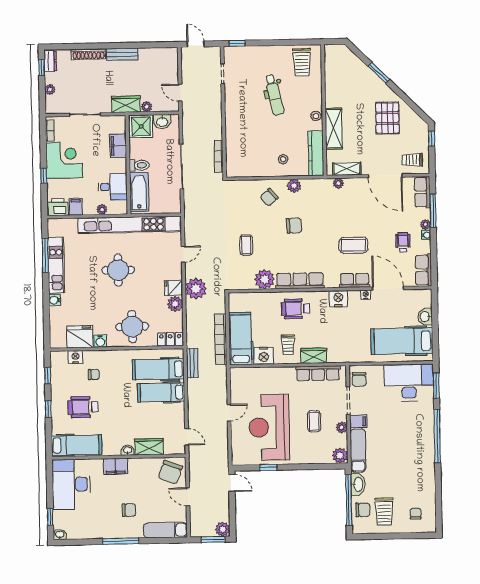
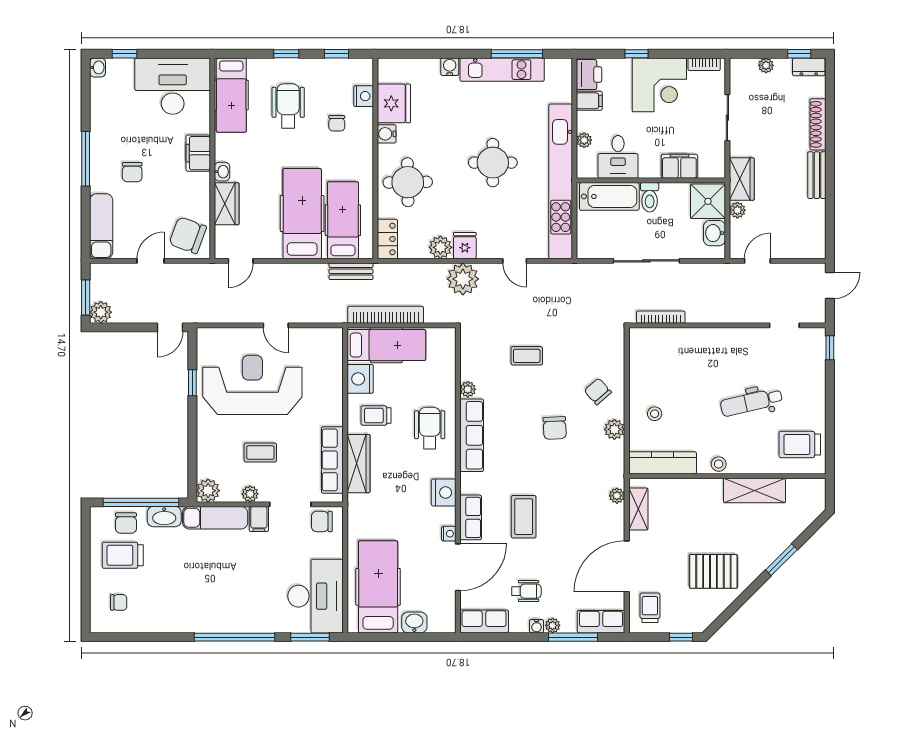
shelving: (334, 129) -> (754, 490), moved
plant: (265, 279) -> (468, 389), width x0.53, depth x0.53
wardrobe: (314, 356) -> (359, 464), width x1.50
hospital bed: (161, 392) -> (302, 214), width x1.37, depth x1.29

